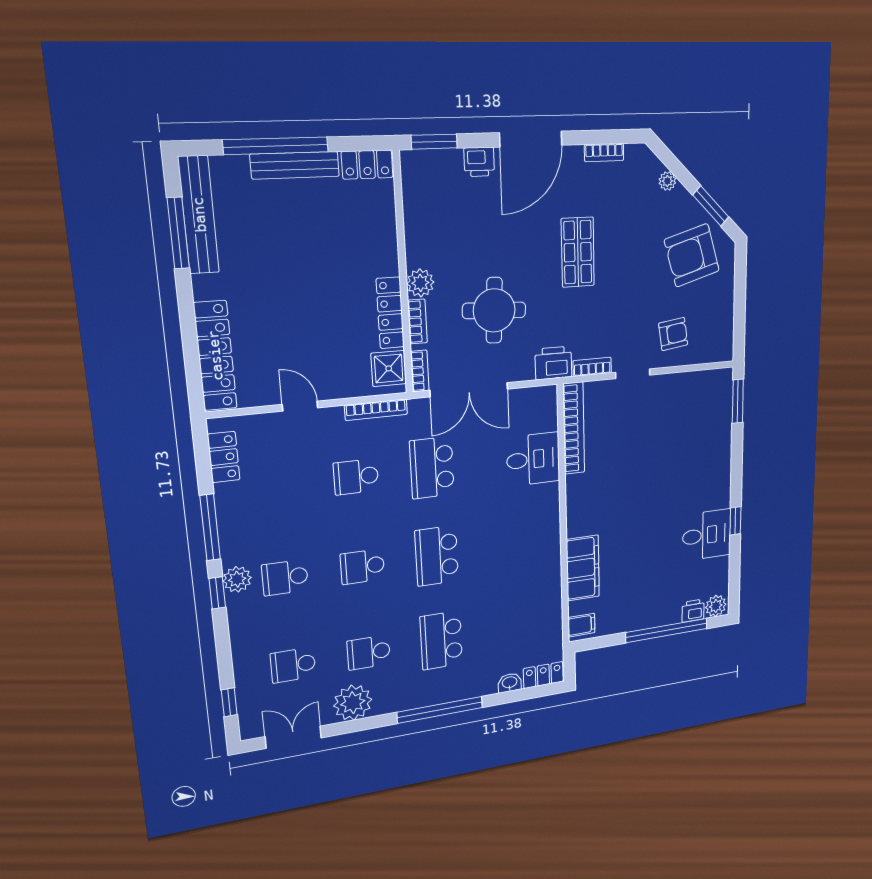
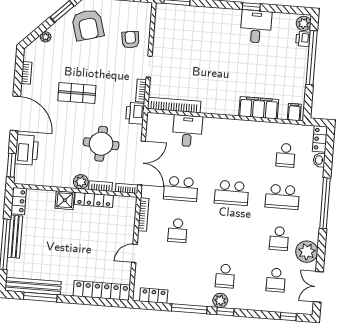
printer: (479, 162) -> (27, 150), width x1.87, depth x1.48
shower: (389, 368) -> (65, 200), moved
school desk: (363, 566) -> (286, 155), moved

